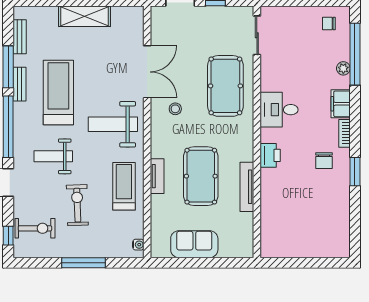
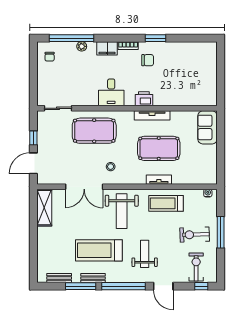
shelving: (84, 16) -> (44, 208), moved
double door: (147, 72) -> (84, 187), swing flipped
weight bench: (53, 156) -> (145, 254), turned 180
tv unit: (247, 187) -> (152, 115), moved
exercise bike: (77, 205) -> (195, 235), moved
sofa: (194, 244) -> (207, 127), moved

